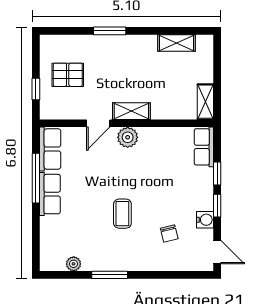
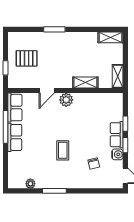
shelving: (176, 43) -> (111, 37), moved
shelving: (131, 111) -> (85, 82), moved
row of seats: (204, 147) -> (117, 135), moved

